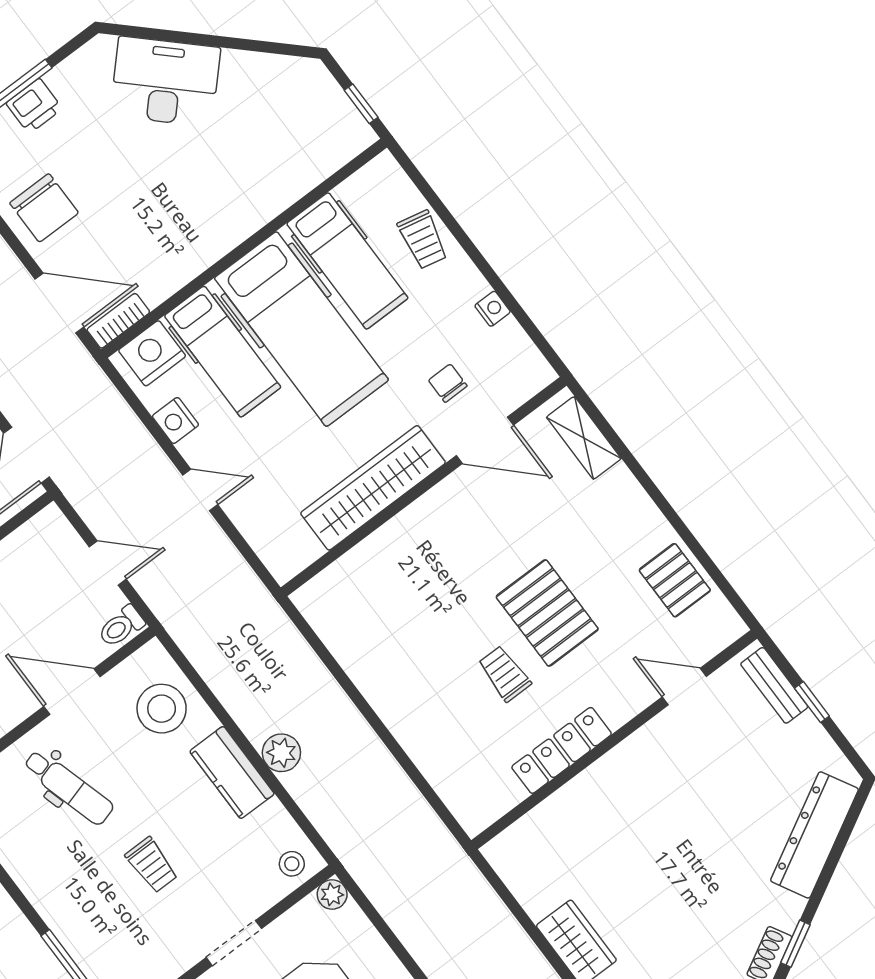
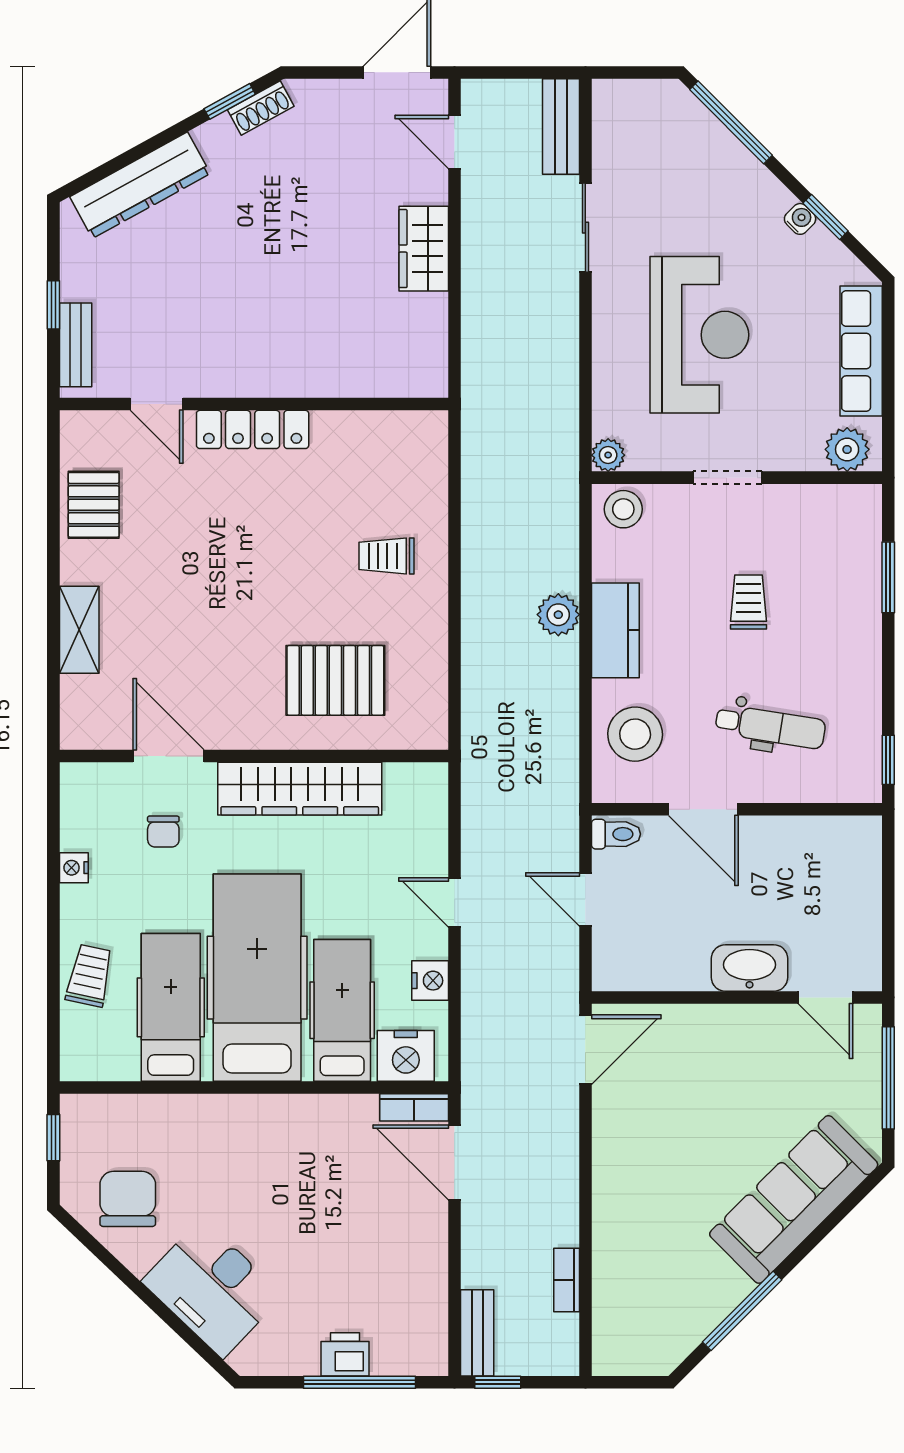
chair: (44, 208) -> (128, 1199), moved
shelving: (584, 438) -> (79, 630), moved
pallet: (547, 613) -> (335, 680), moved, turned 90
trolley: (505, 674) -> (387, 556), moved, turned 90
locker: (562, 750) -> (253, 429), moved
dental chair: (68, 787) -> (770, 727), turned 115
stool: (292, 864) -> (623, 509), width x1.37, depth x1.37

